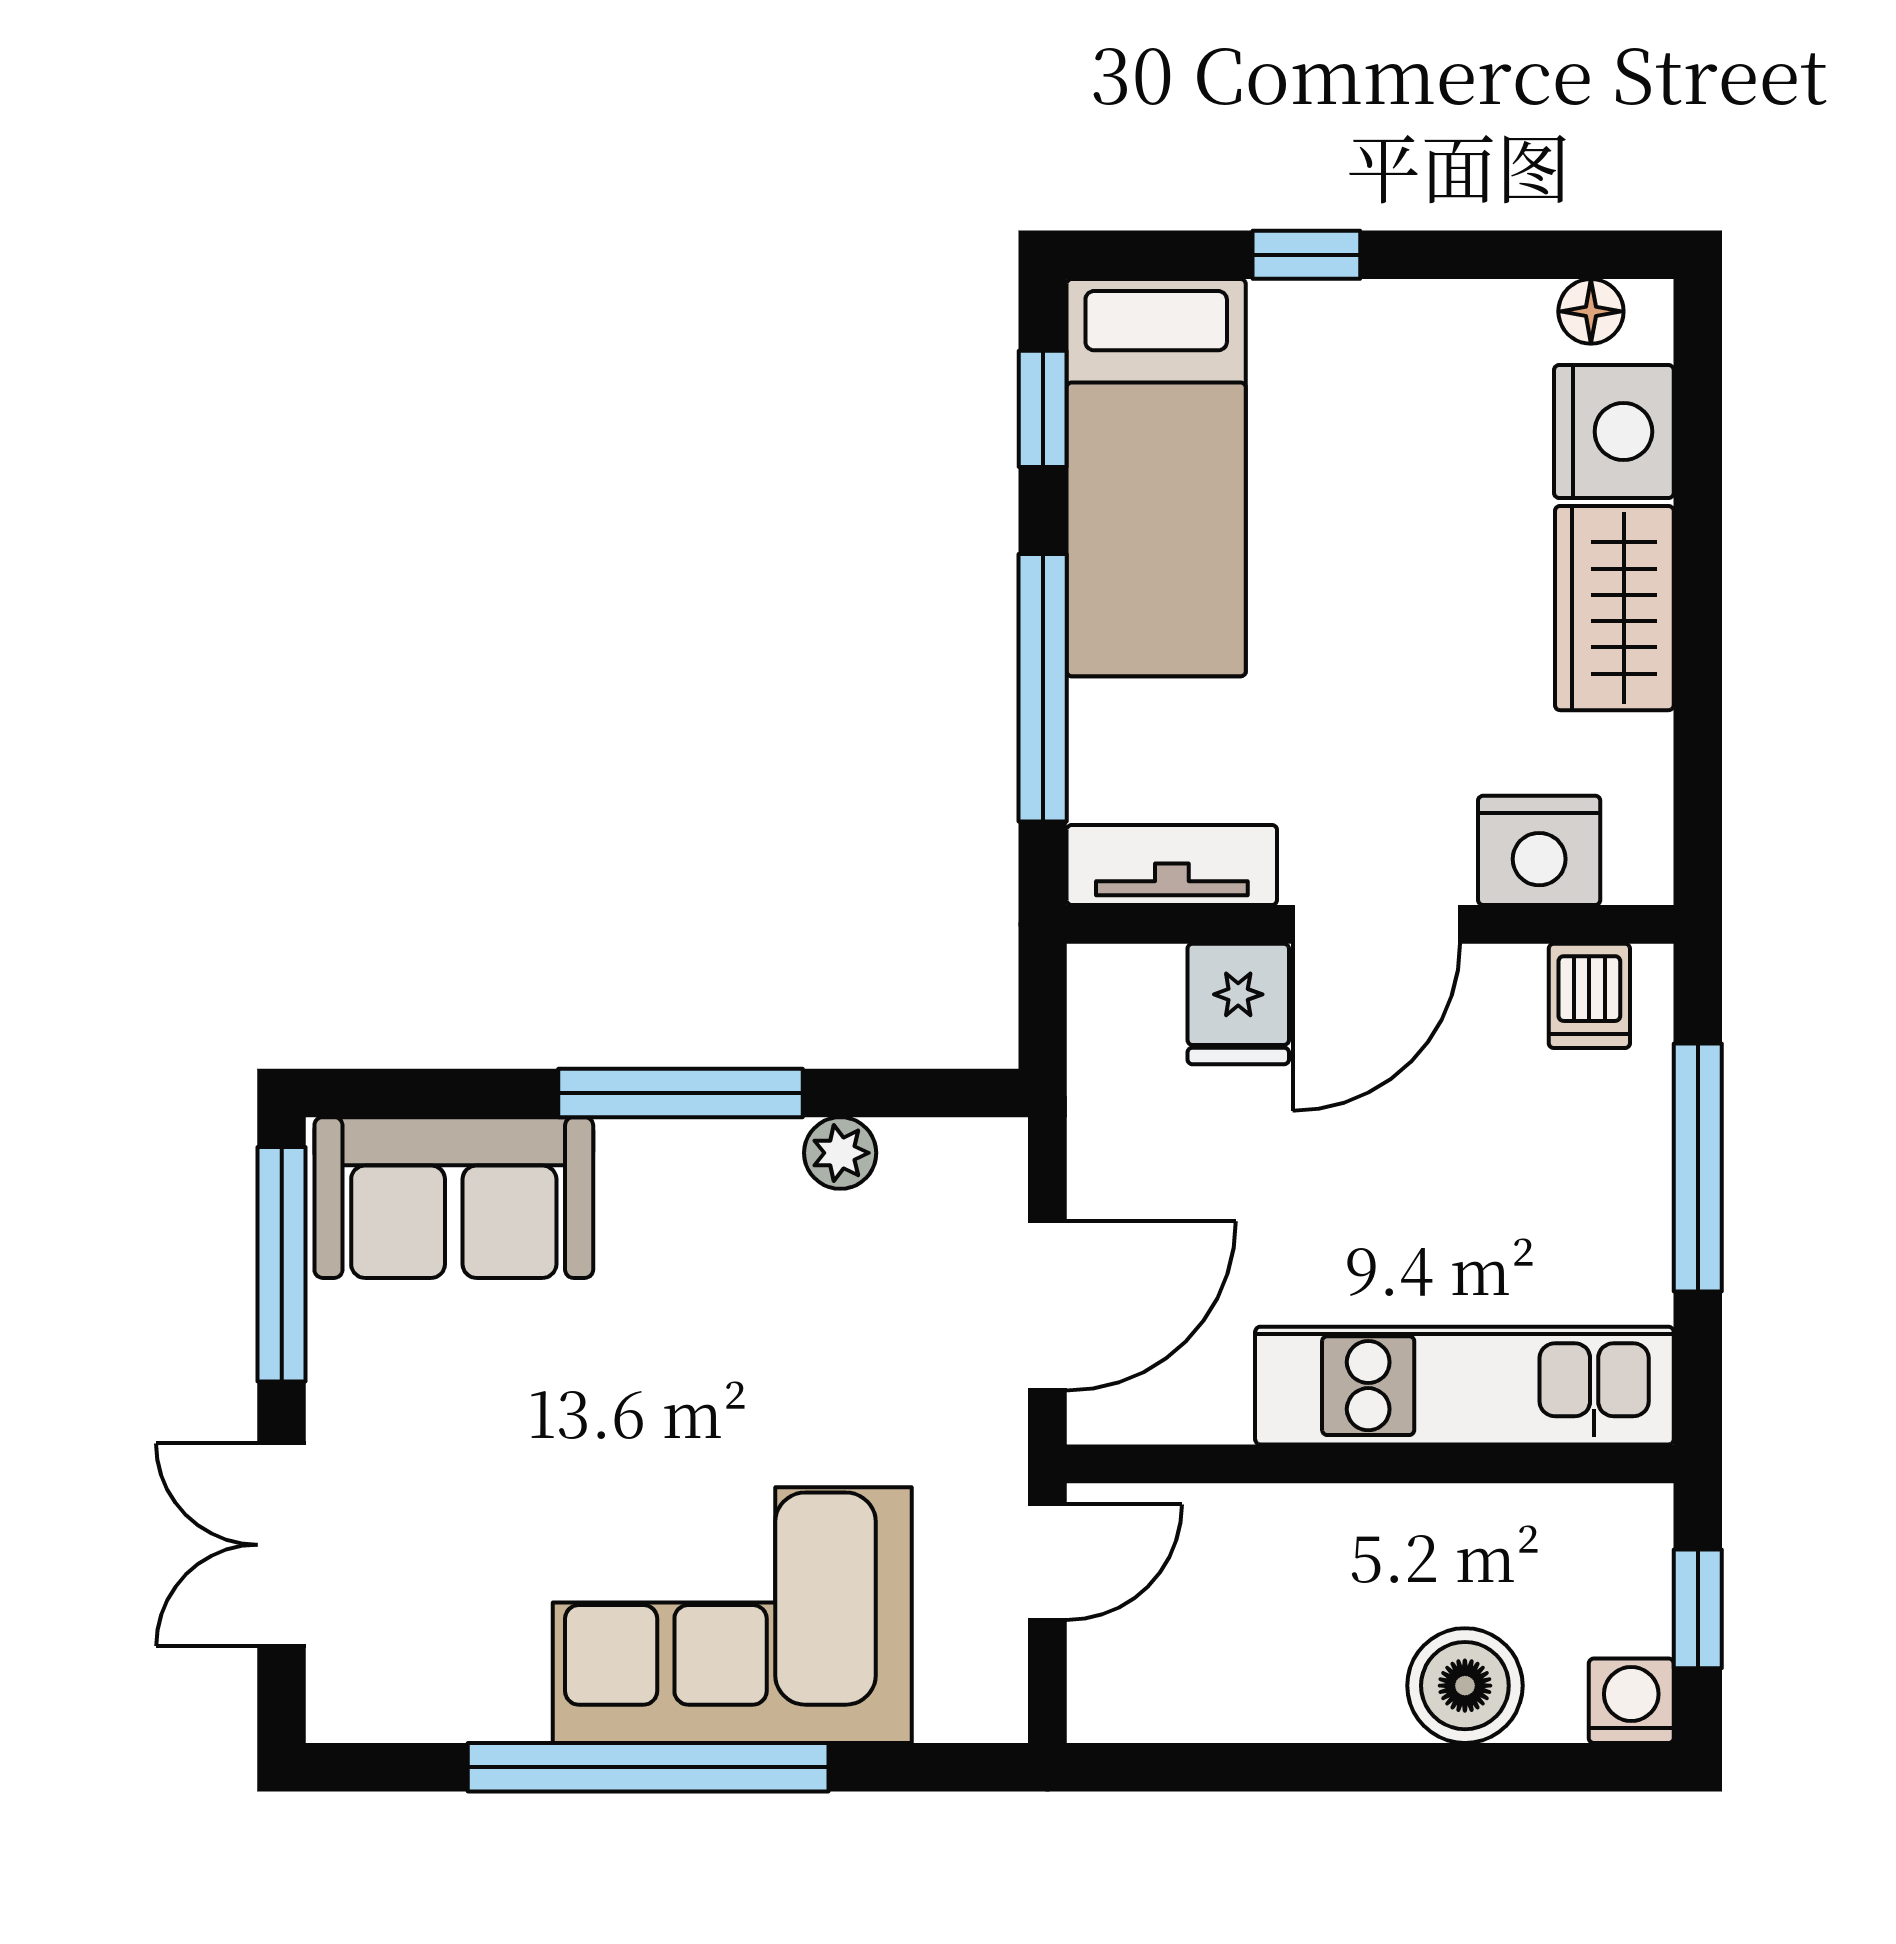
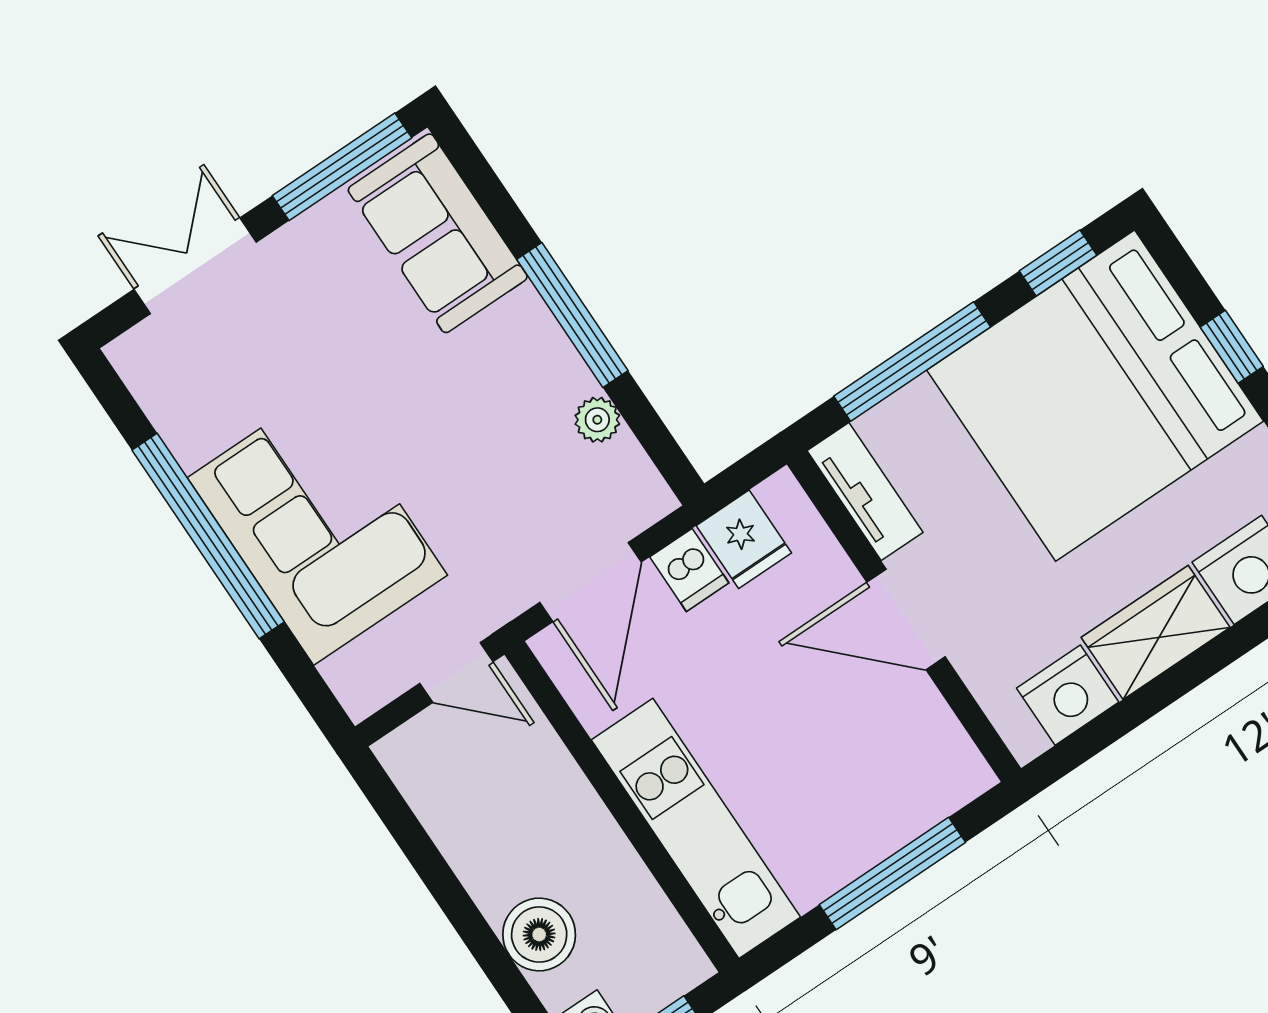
bed: (1156, 478) -> (1095, 396), width x2.04
nightstand: (1539, 850) -> (1068, 695), moved, turned -90
dishwasher: (1589, 996) -> (689, 570), moved, turned -90
fridge: (1238, 1004) -> (744, 539), moved, turned -90
door: (1047, 1306) -> (590, 582), hinge flipped

